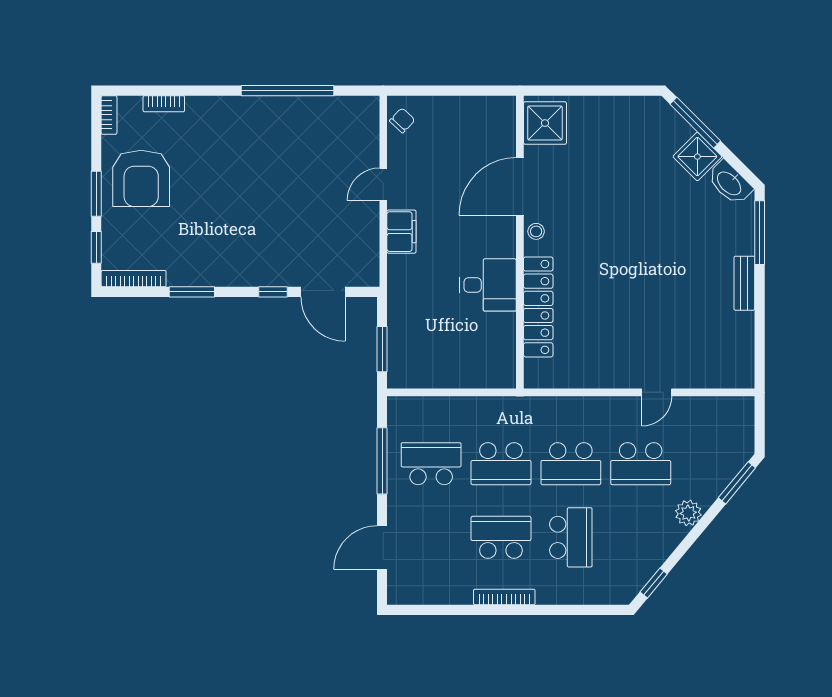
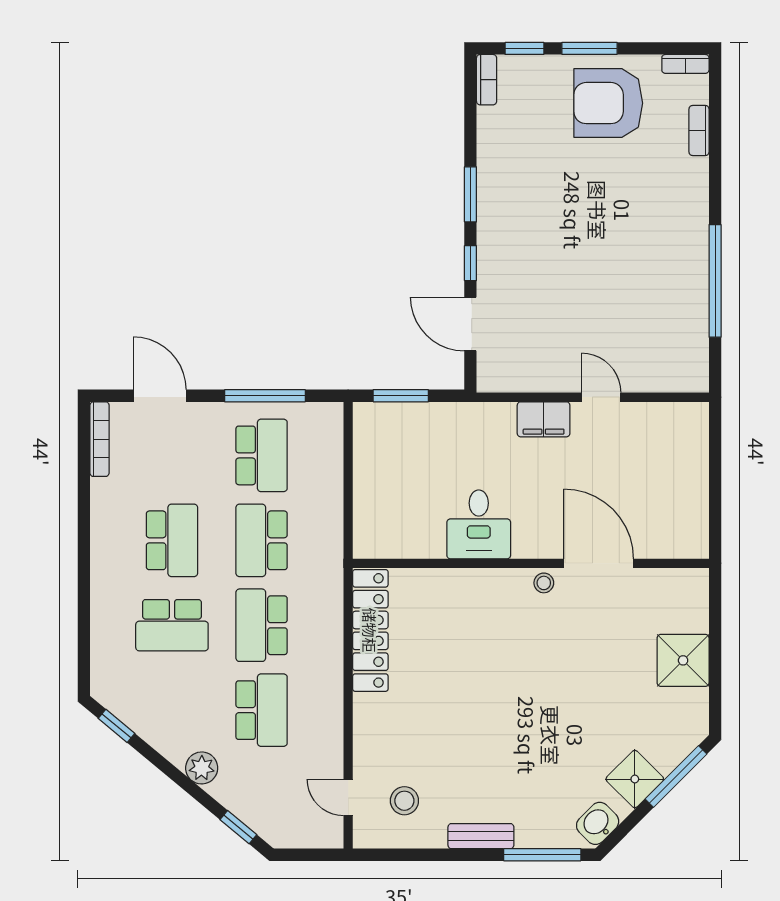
chair: (402, 120) -> (679, 420), removed
shower: (545, 123) -> (683, 660), moved
washbasin: (730, 183) -> (598, 823), width x0.72
bookcase: (134, 279) -> (487, 80), width x0.64
window: (192, 292) -> (470, 194), moved
door: (323, 292) -> (470, 324), hinge flipped
locker: (538, 307) -> (370, 630), moved, turned -90
stool: (715, 346) -> (404, 801), added
door: (657, 392) -> (348, 797), moved
school desk: (641, 464) -> (262, 710), turned 180
window: (737, 483) -> (238, 827), width x0.67
bookcase: (504, 597) -> (99, 439), moved

